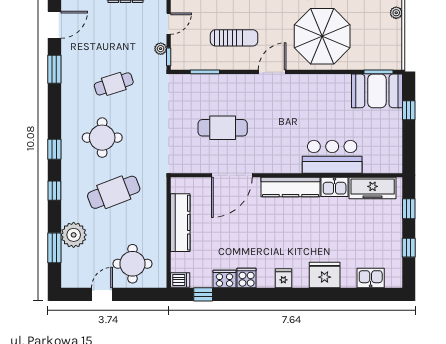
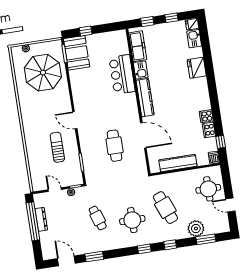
parasol: (322, 36) -> (43, 73), moved
fridge: (283, 278) -> (192, 24), moved

